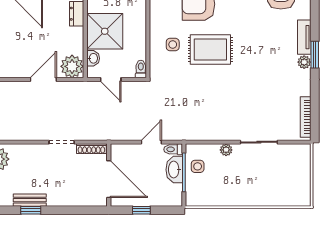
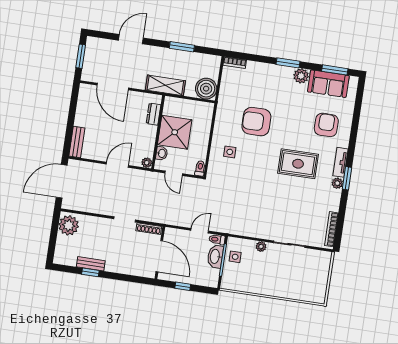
rug: (210, 49) -> (298, 164), moved
plant: (72, 66) -> (147, 163), width x0.53, depth x0.53

